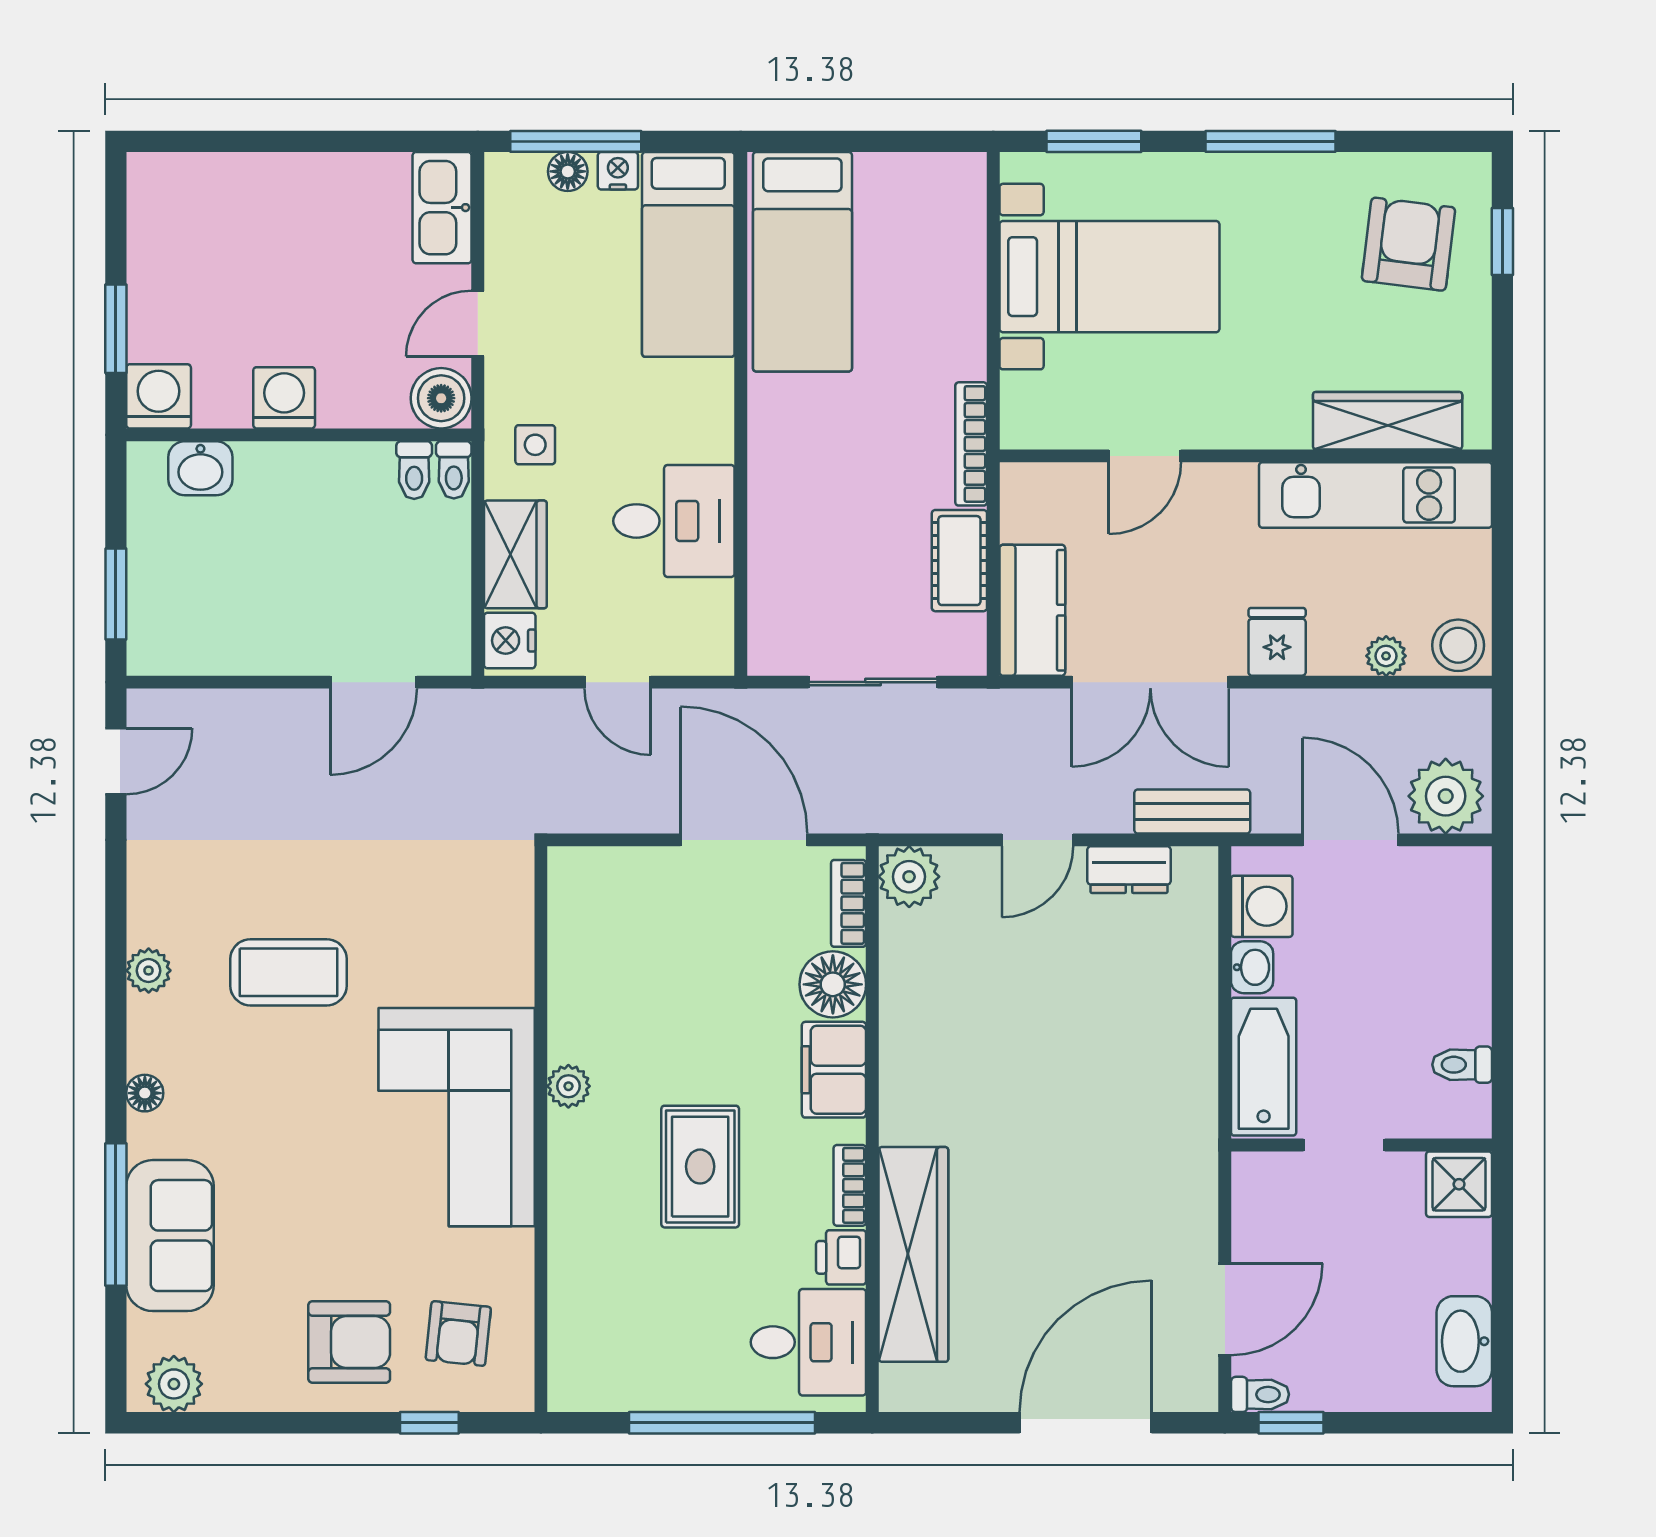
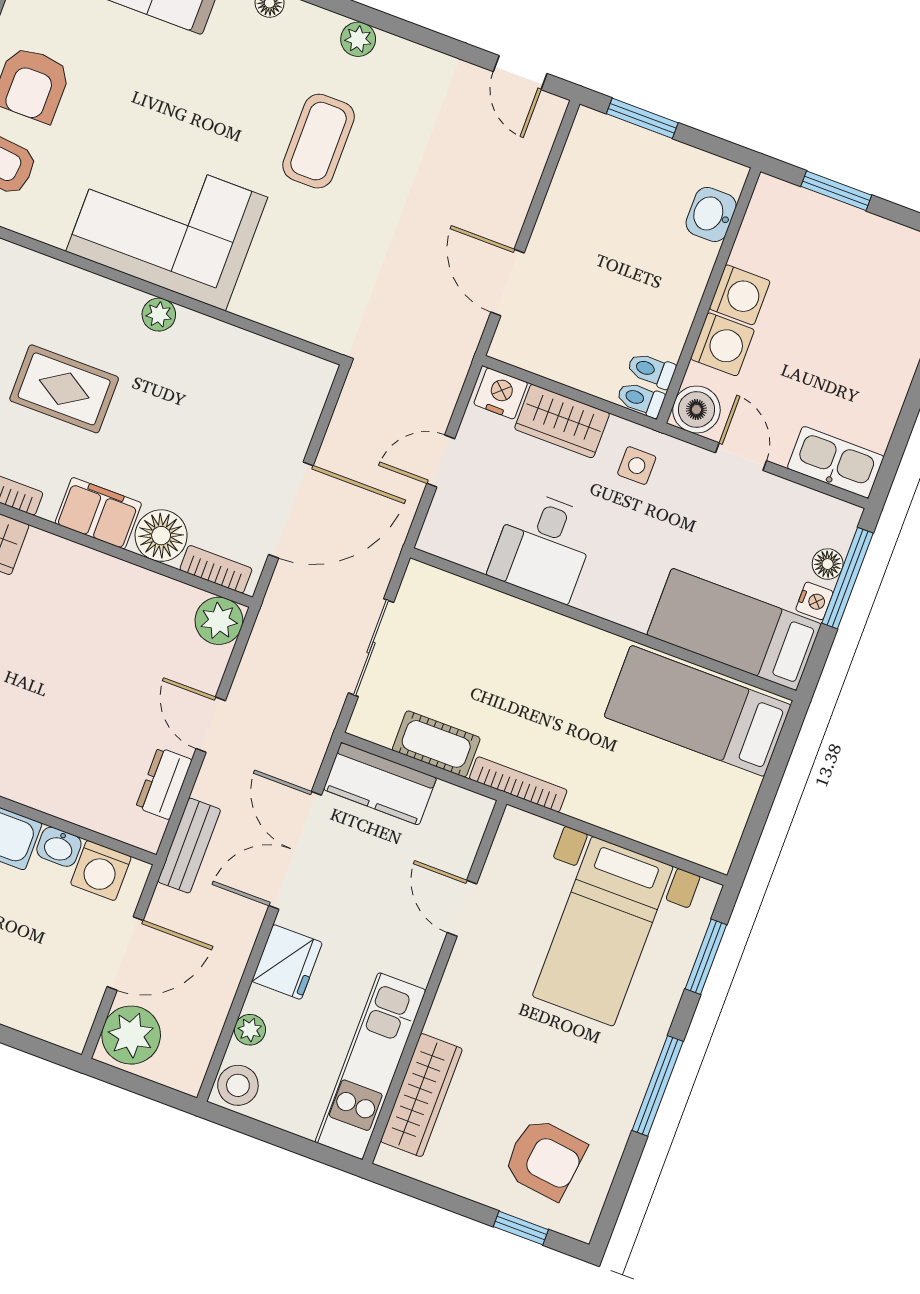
washing machine: (159, 396) -> (722, 344), moved
fridge: (1277, 642) -> (287, 962), width x1.38

